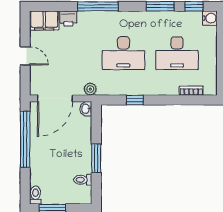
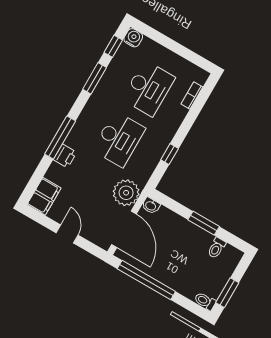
printer: (68, 18) -> (65, 156), moved
door: (25, 56) -> (67, 234), hinge flipped
plant: (90, 89) -> (126, 193), width x1.88, depth x1.88

